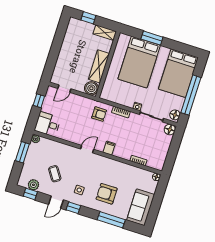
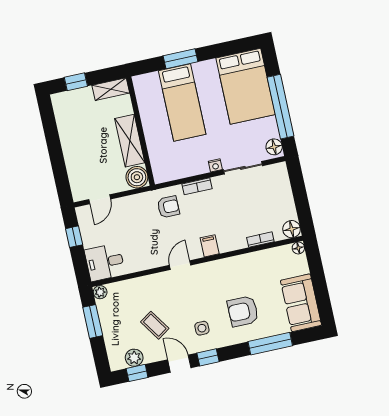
bed: (139, 62) -> (182, 102), width x0.67
floor lamp: (170, 130) -> (292, 229), moved
door: (56, 202) -> (179, 364), swing flipped

